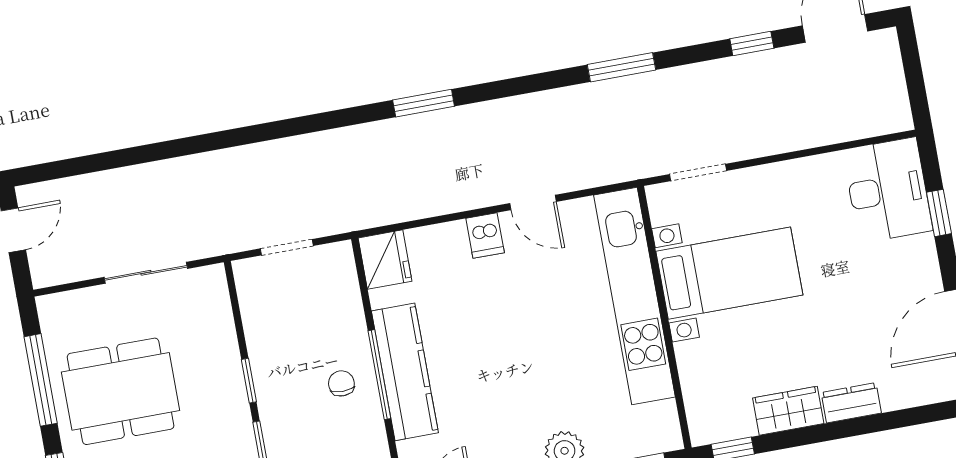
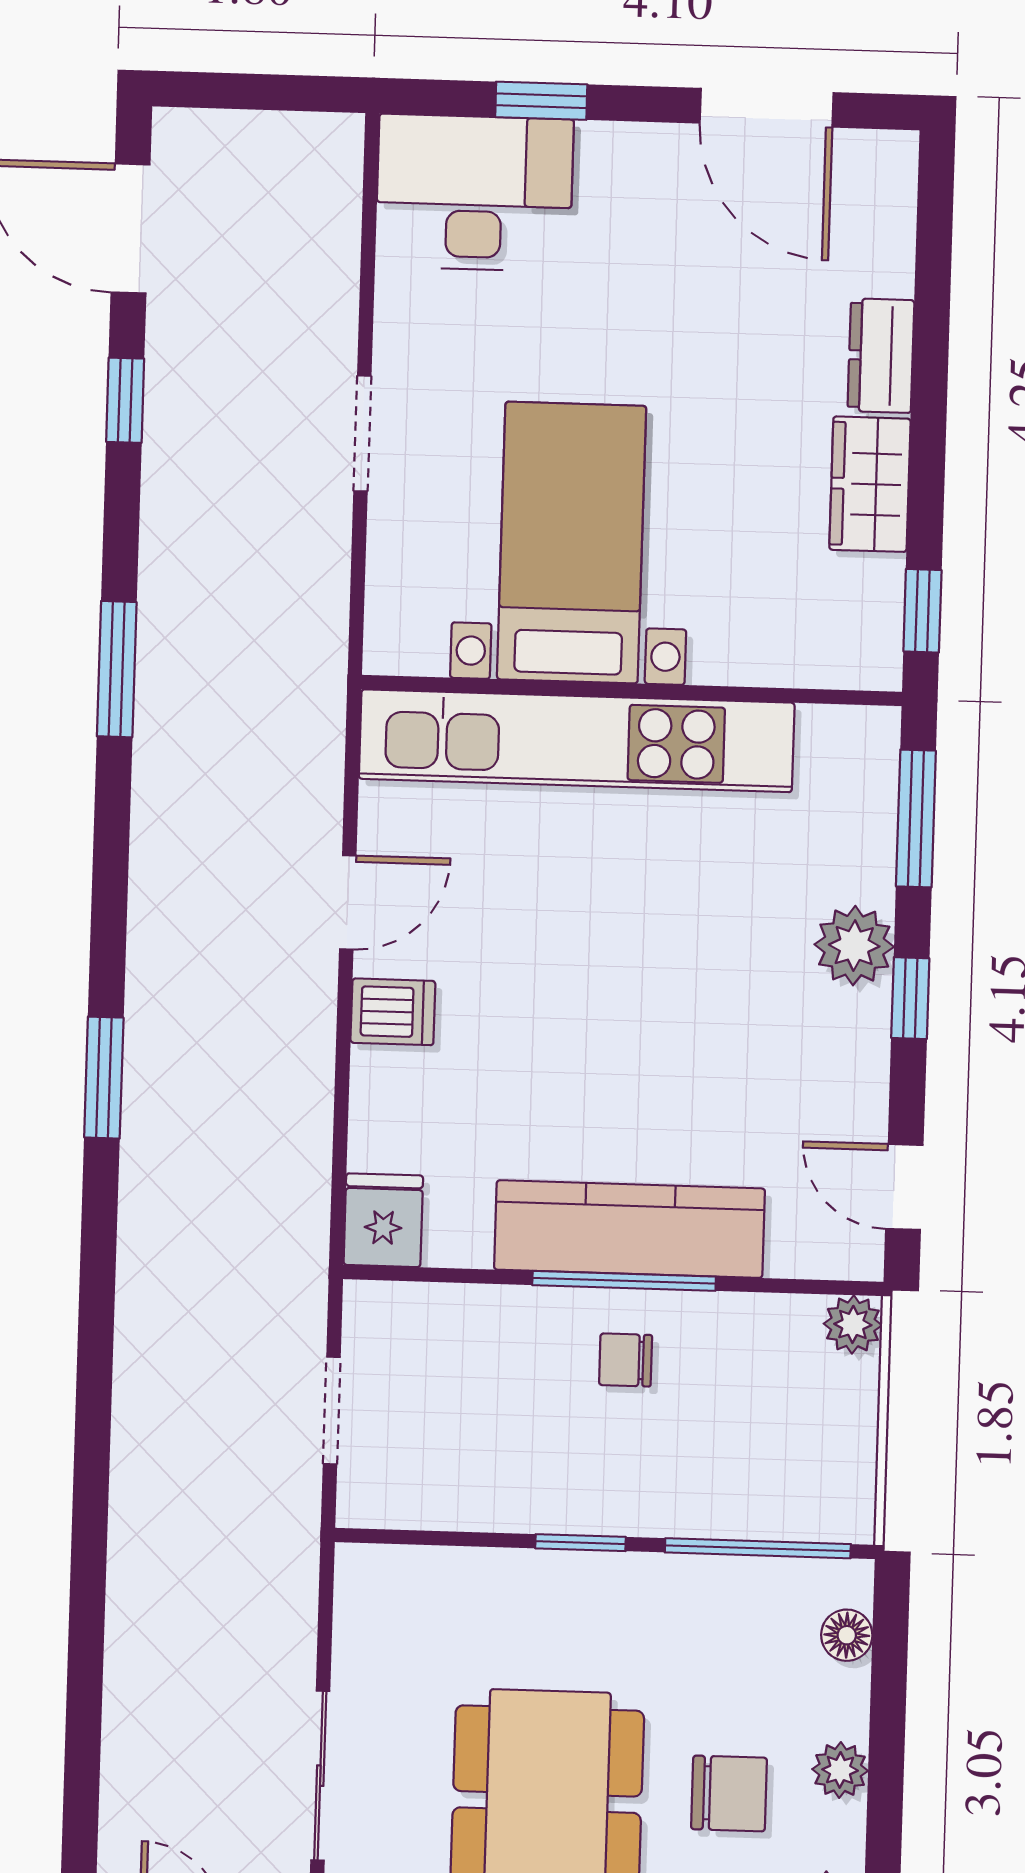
doorway: (698, 173) -> (362, 433), moved
fridge: (385, 260) -> (383, 1220), width x0.72
sliding door: (146, 273) -> (320, 1776), moved

